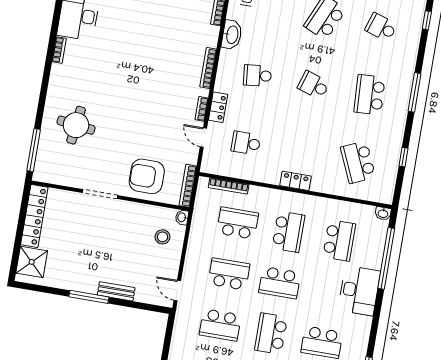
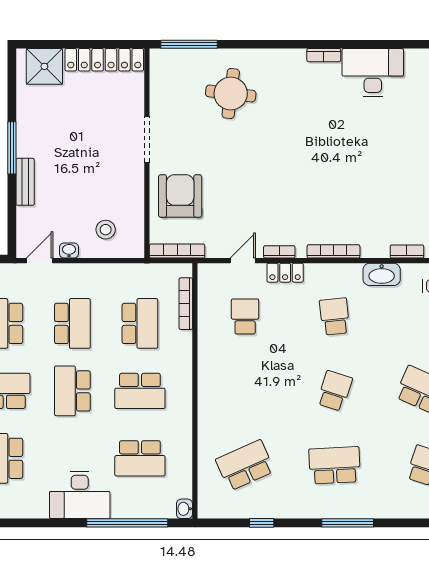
locker: (296, 181) -> (207, 389), removed
washbasin: (182, 217) -> (69, 250), moved

